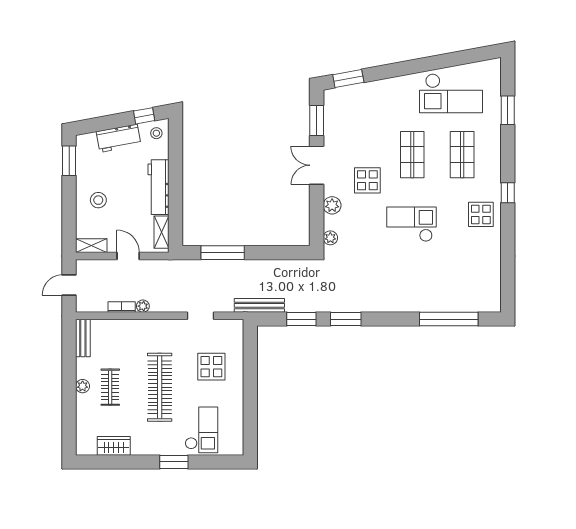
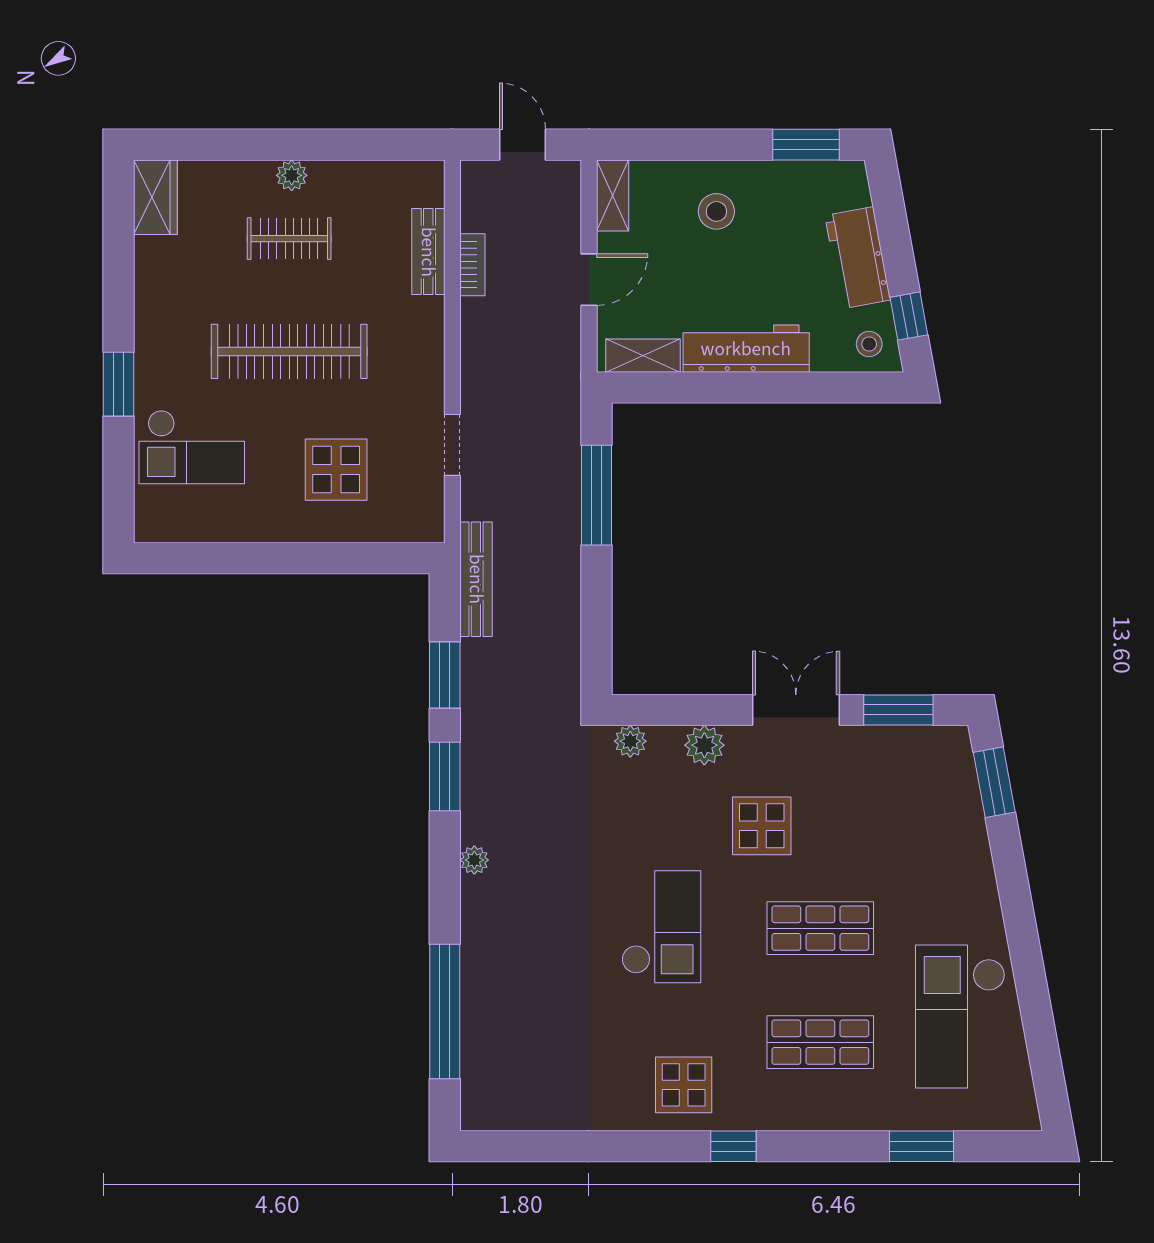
plant: (143, 306) -> (474, 860), moved
bench: (83, 338) -> (428, 252), moved, turned 90
wardrobe: (114, 446) -> (155, 197), moved

